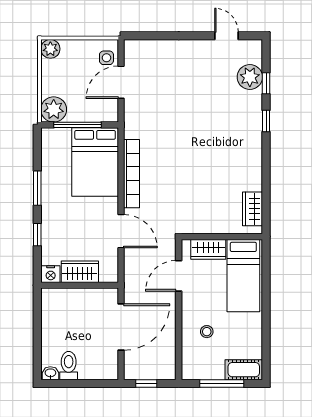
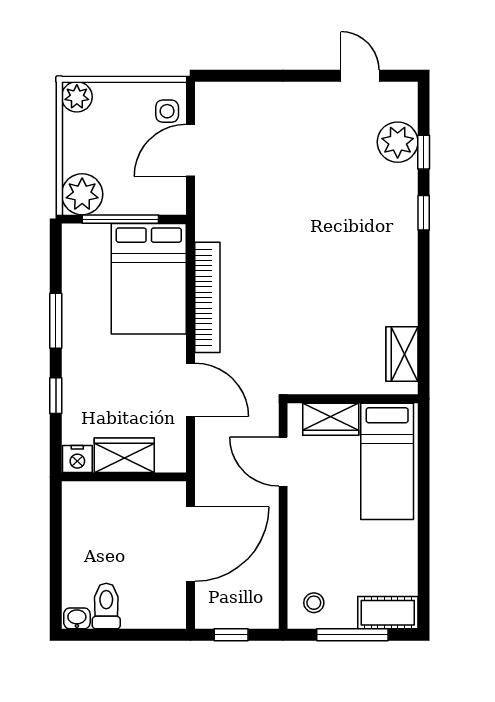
door: (179, 276) -> (283, 462), hinge flipped
stool: (207, 332) -> (314, 603), moved

